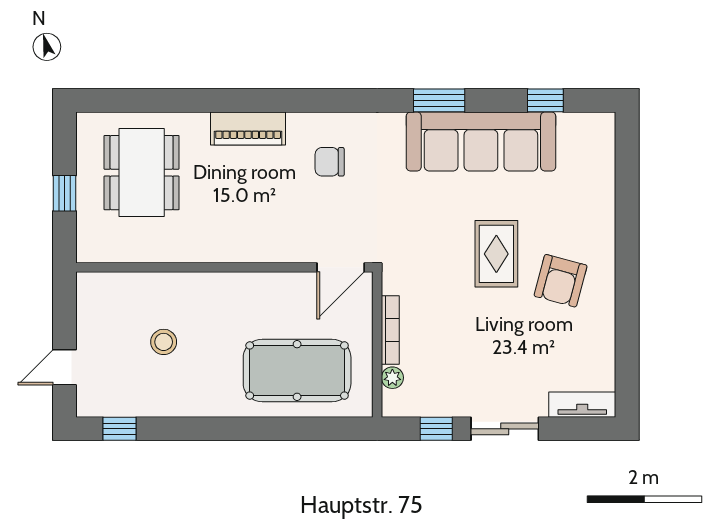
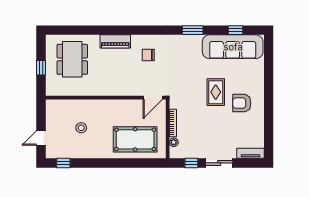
sofa: (481, 141) -> (233, 47), moved
armchair: (561, 281) -> (242, 103), turned 75

